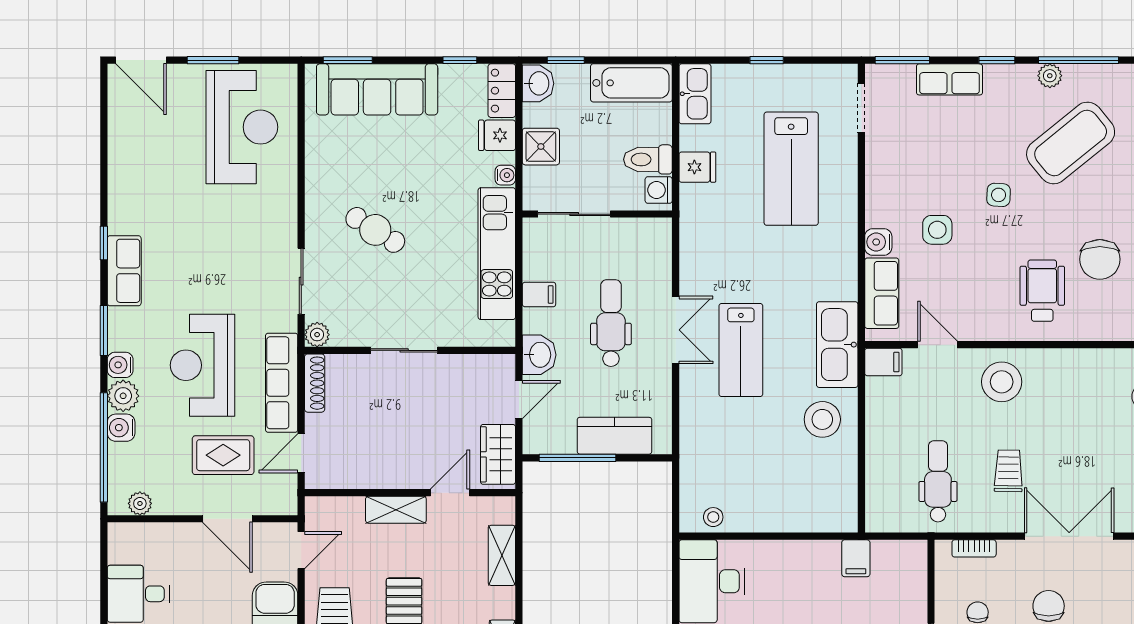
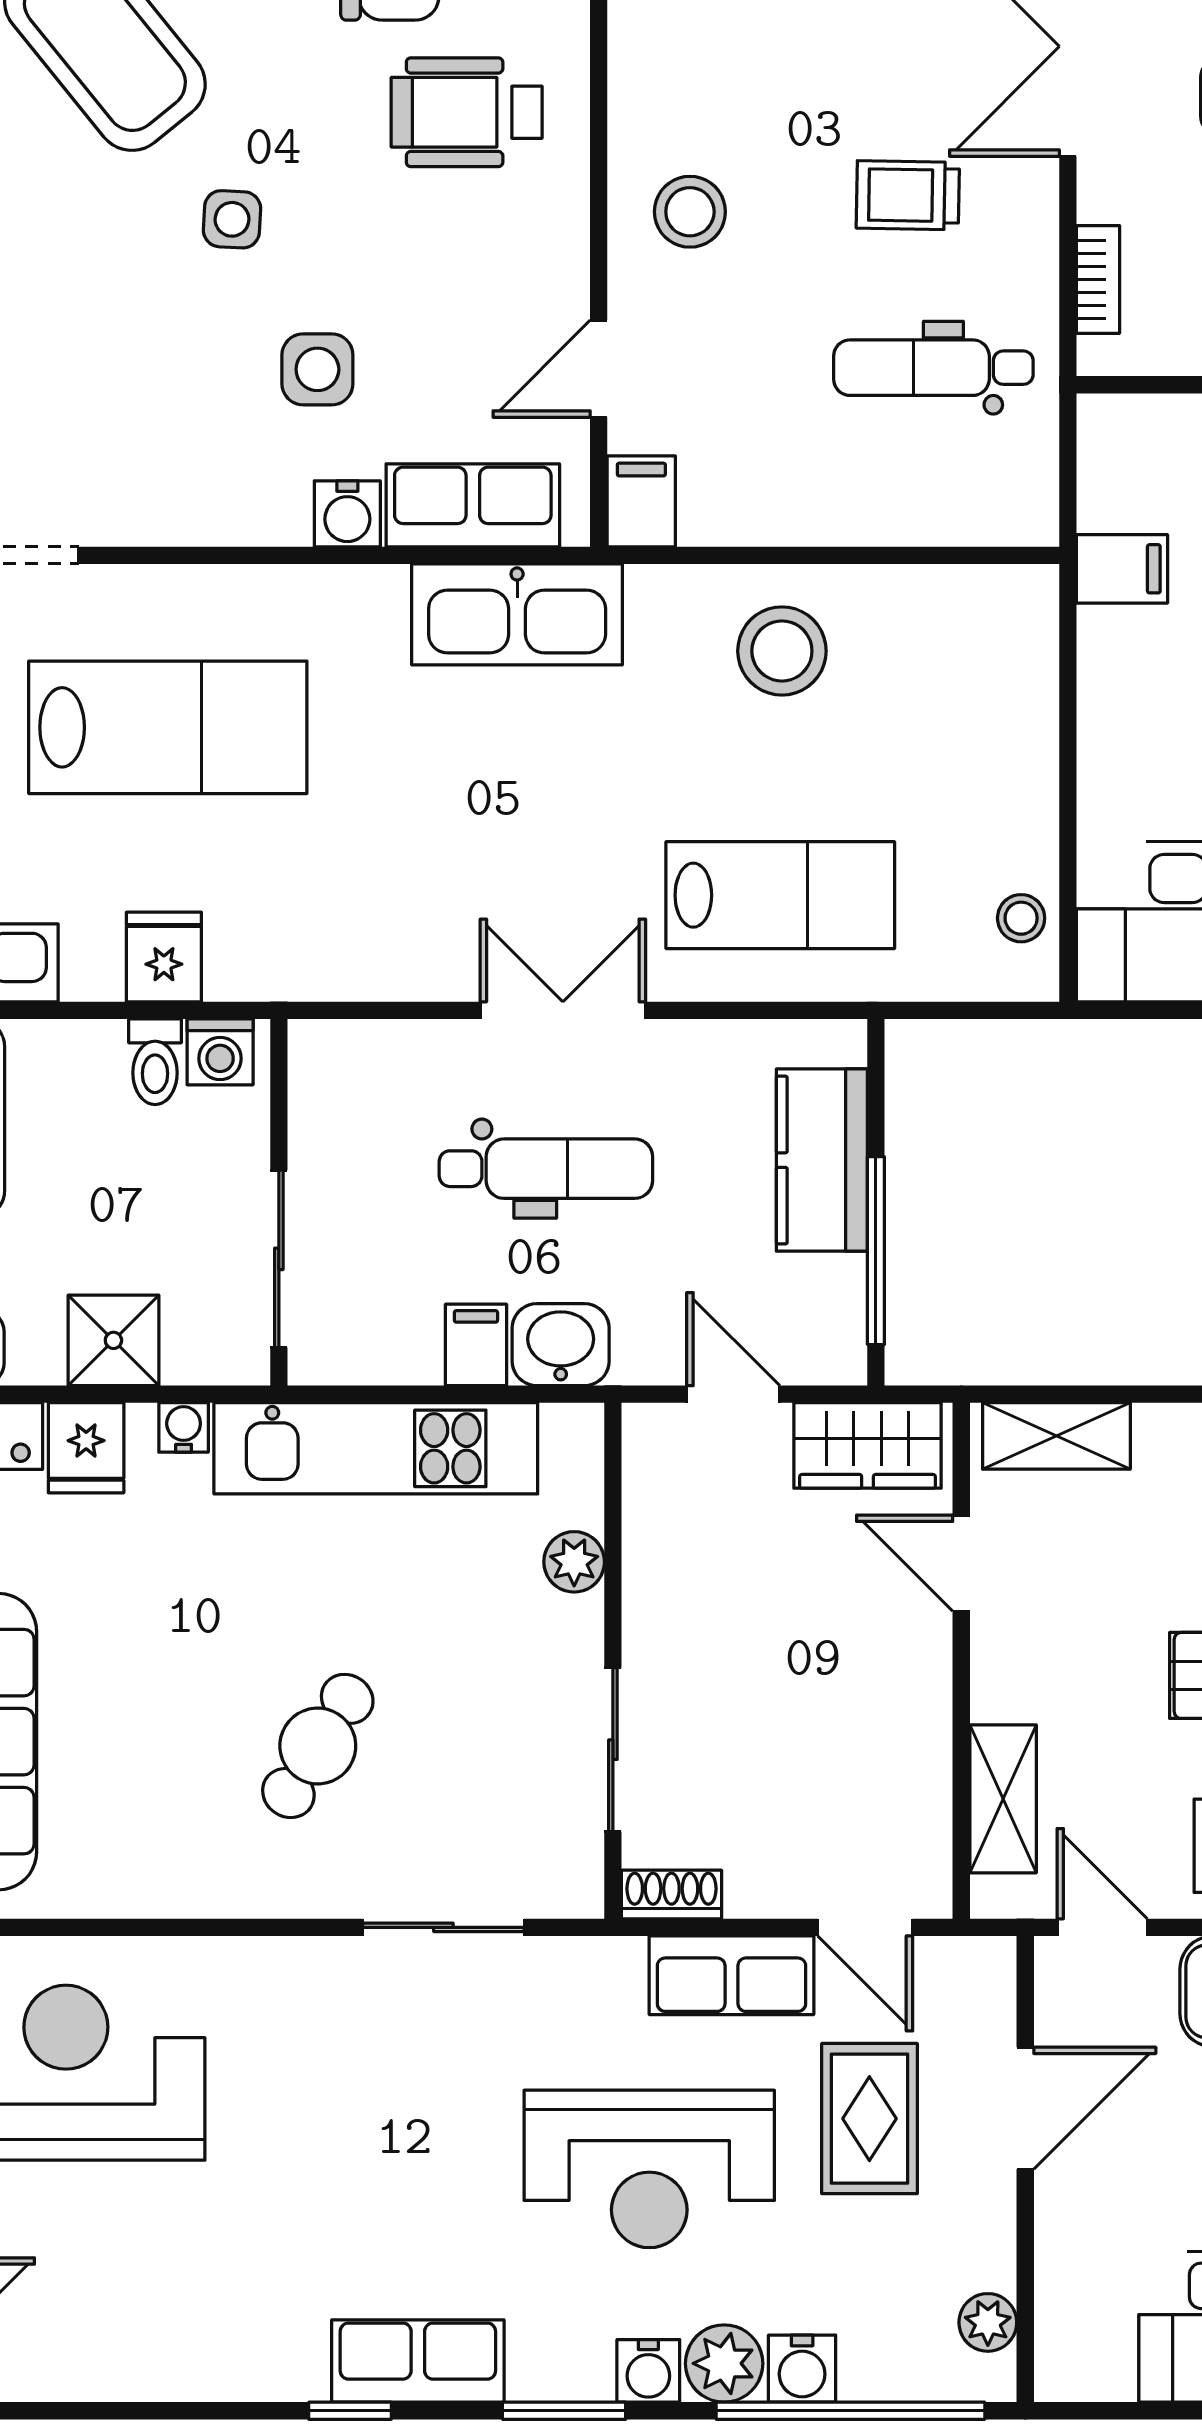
toilet: (648, 159) -> (155, 1062), width x0.73, depth x0.72
dental chair: (611, 323) -> (546, 1169), turned 180
plant: (317, 335) -> (574, 1562), moved
kitchen sink: (837, 345) -> (517, 614), moved
sliding door: (404, 350) -> (613, 1750), moved
lab bench: (741, 350) -> (780, 895), moved
washbasin: (539, 355) -> (561, 1345), moved
stool: (1002, 382) -> (690, 212), width x0.73, depth x0.73
row of seats: (282, 383) -> (731, 1975), width x0.68
shoe rack: (315, 383) -> (671, 1895), width x0.70
shelving: (396, 510) -> (1003, 1799), moved
shelving: (502, 555) -> (1056, 1436), moved

